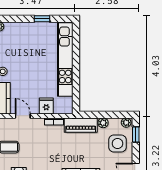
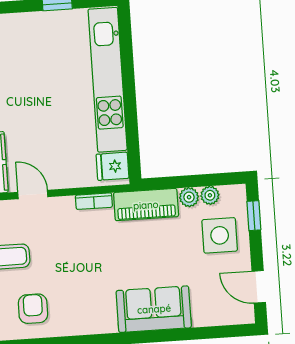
fridge: (46, 106) -> (113, 166), moved, turned -90
plant: (126, 123) -> (210, 195), moved

